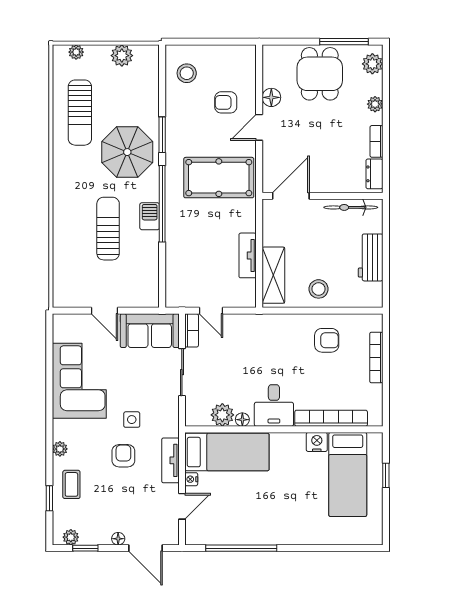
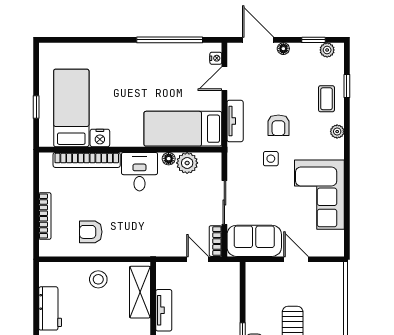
nightstand: (191, 479) -> (216, 58), moved

